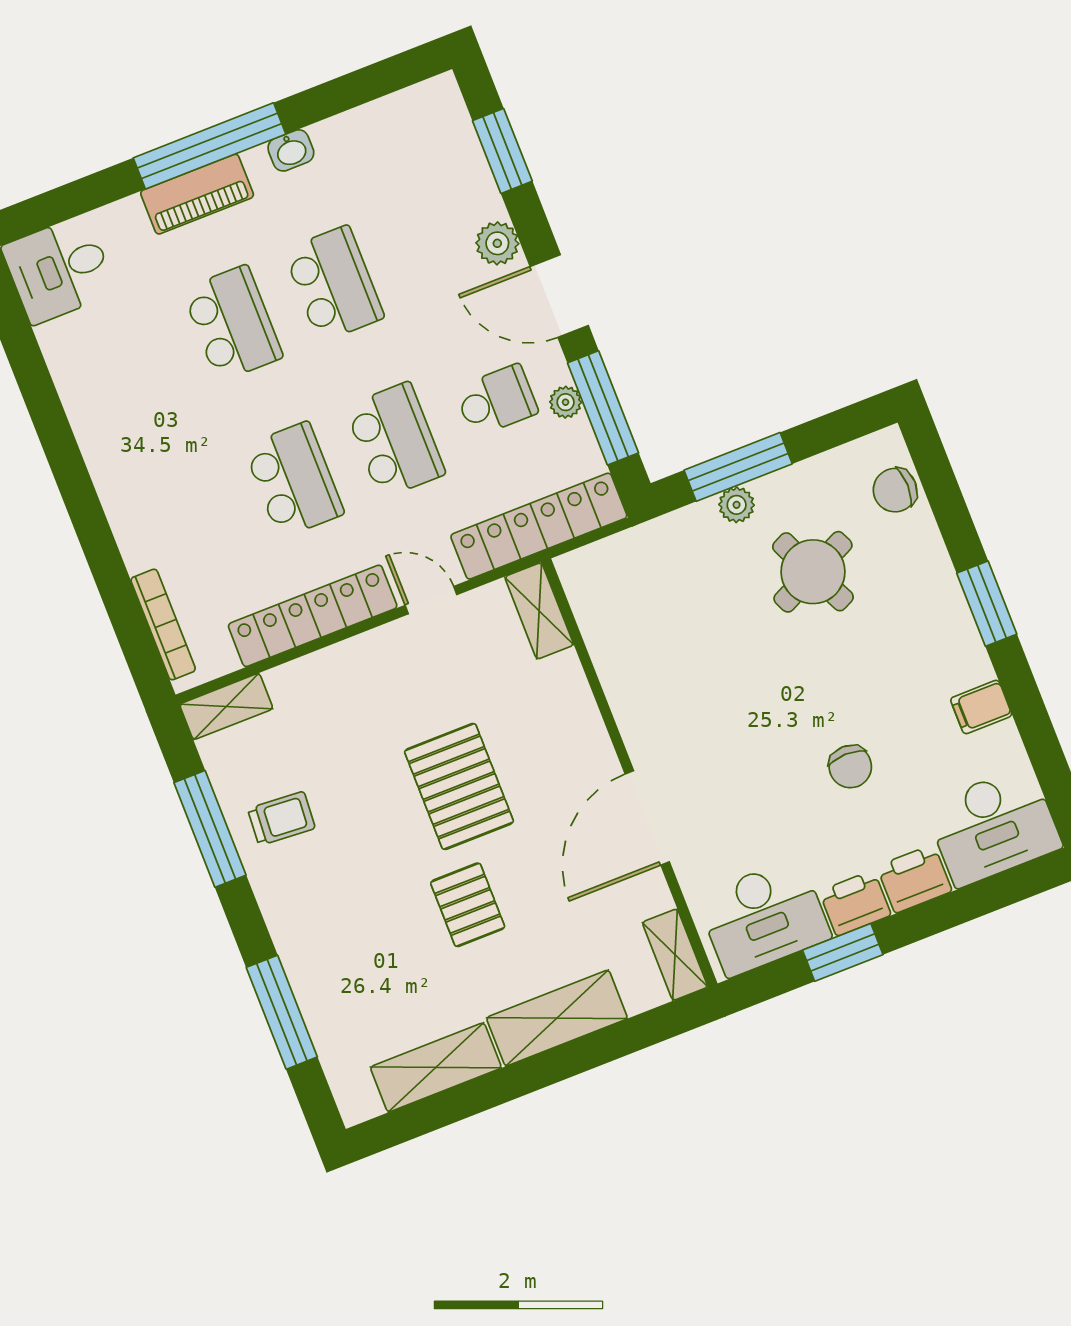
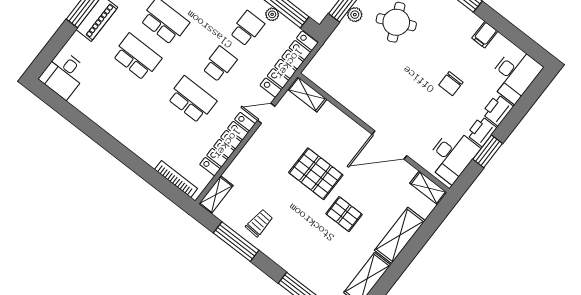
school desk: (395, 440) -> (220, 64), width x0.54
chair: (850, 767) -> (451, 84), turned 90
door: (647, 818) -> (389, 145), hinge flipped

